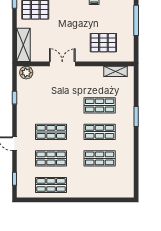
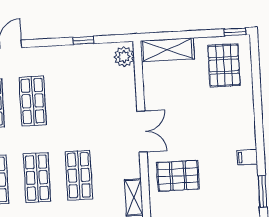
pallet: (103, 43) -> (178, 176), turned 90
double door: (62, 64) -> (142, 132), moved

